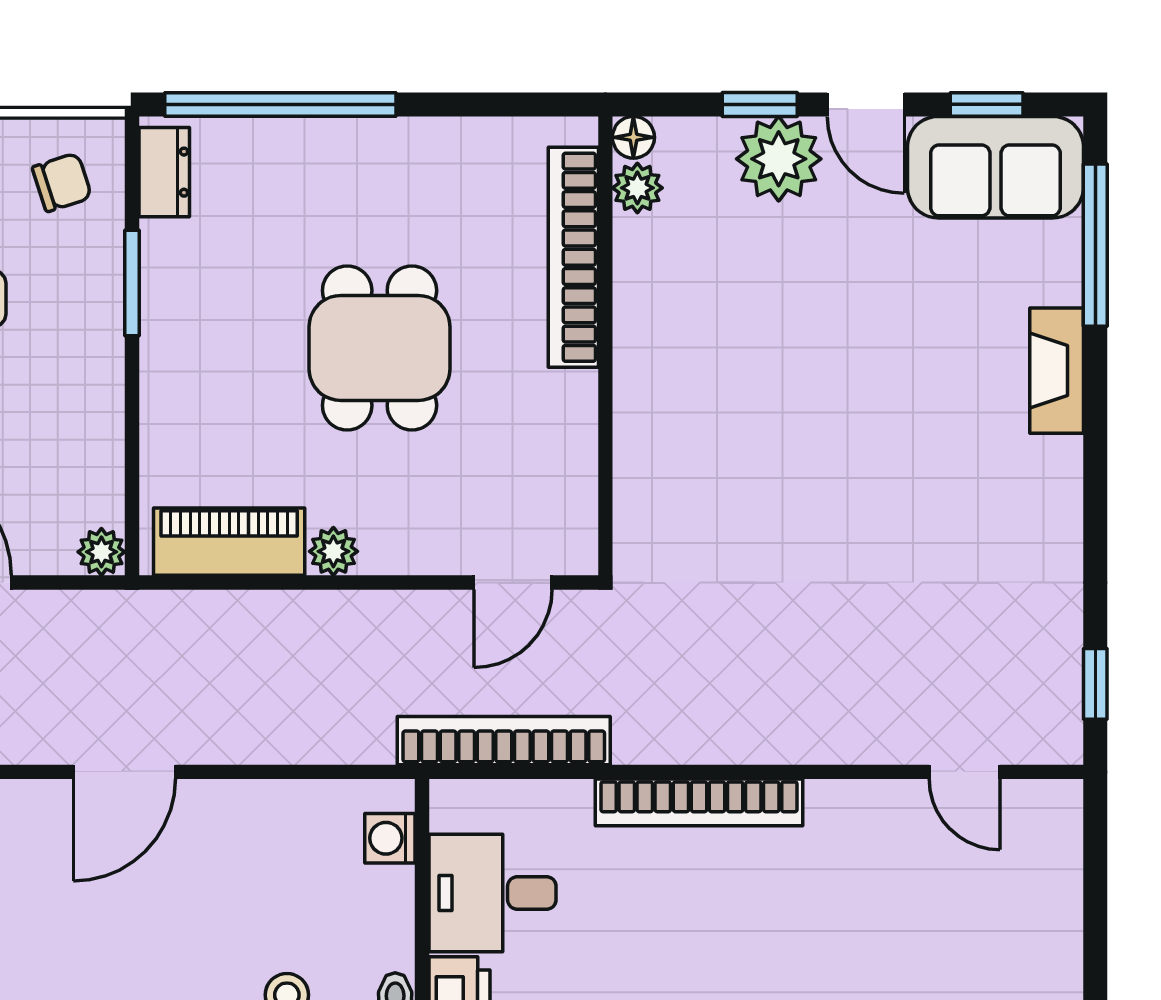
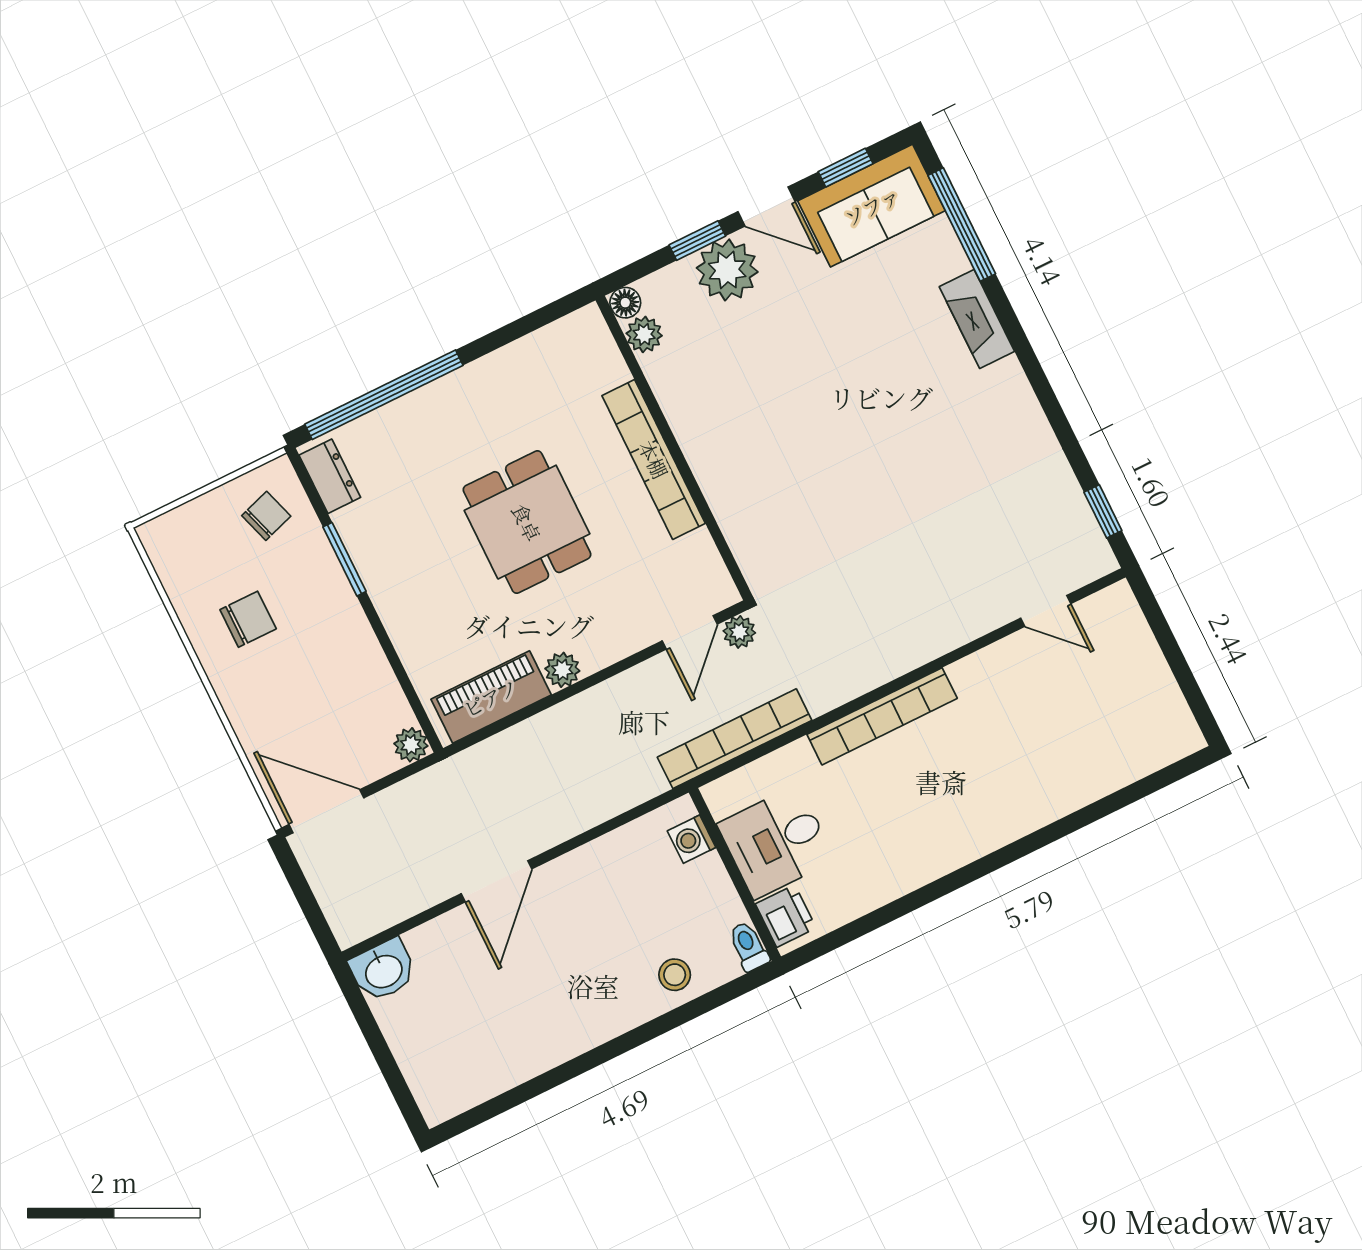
bookcase: (573, 257) -> (654, 459), moved
plant: (574, 612) -> (739, 632), added

